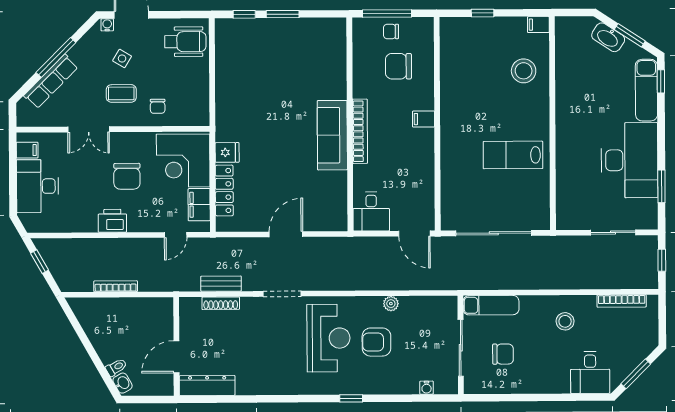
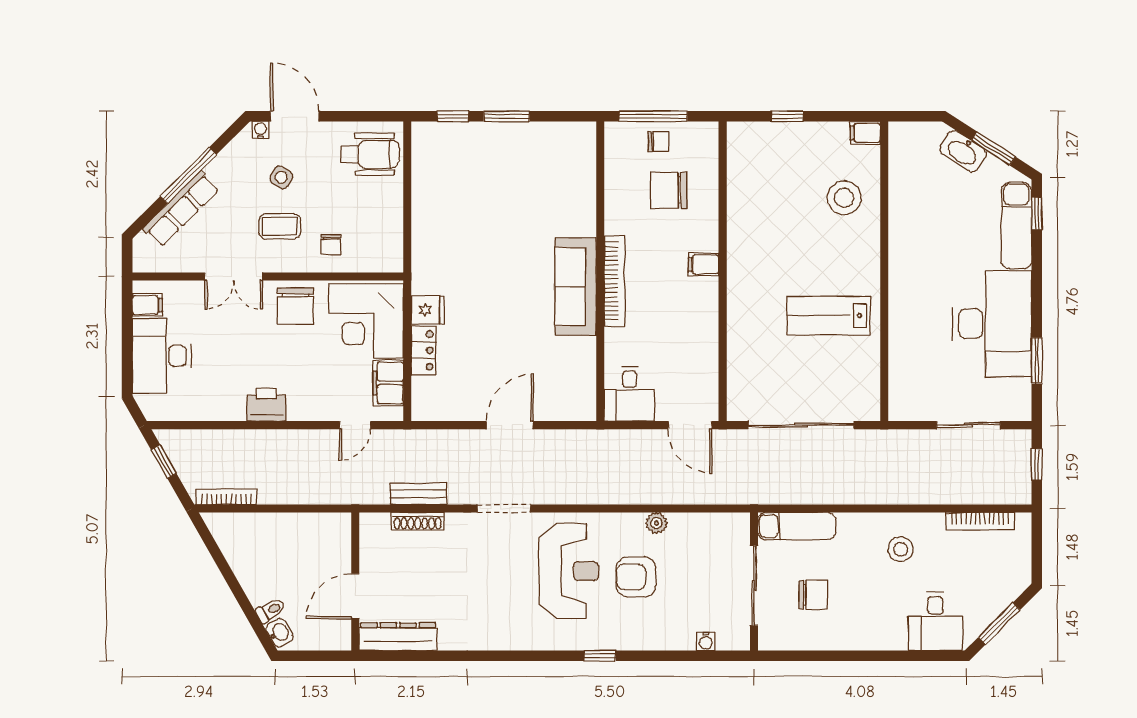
chair: (391, 31) -> (659, 141), turned 180
chair: (127, 176) -> (295, 306), moved
locker: (224, 190) -> (424, 350), width x0.66
bookcase: (116, 286) -> (226, 497), moved

